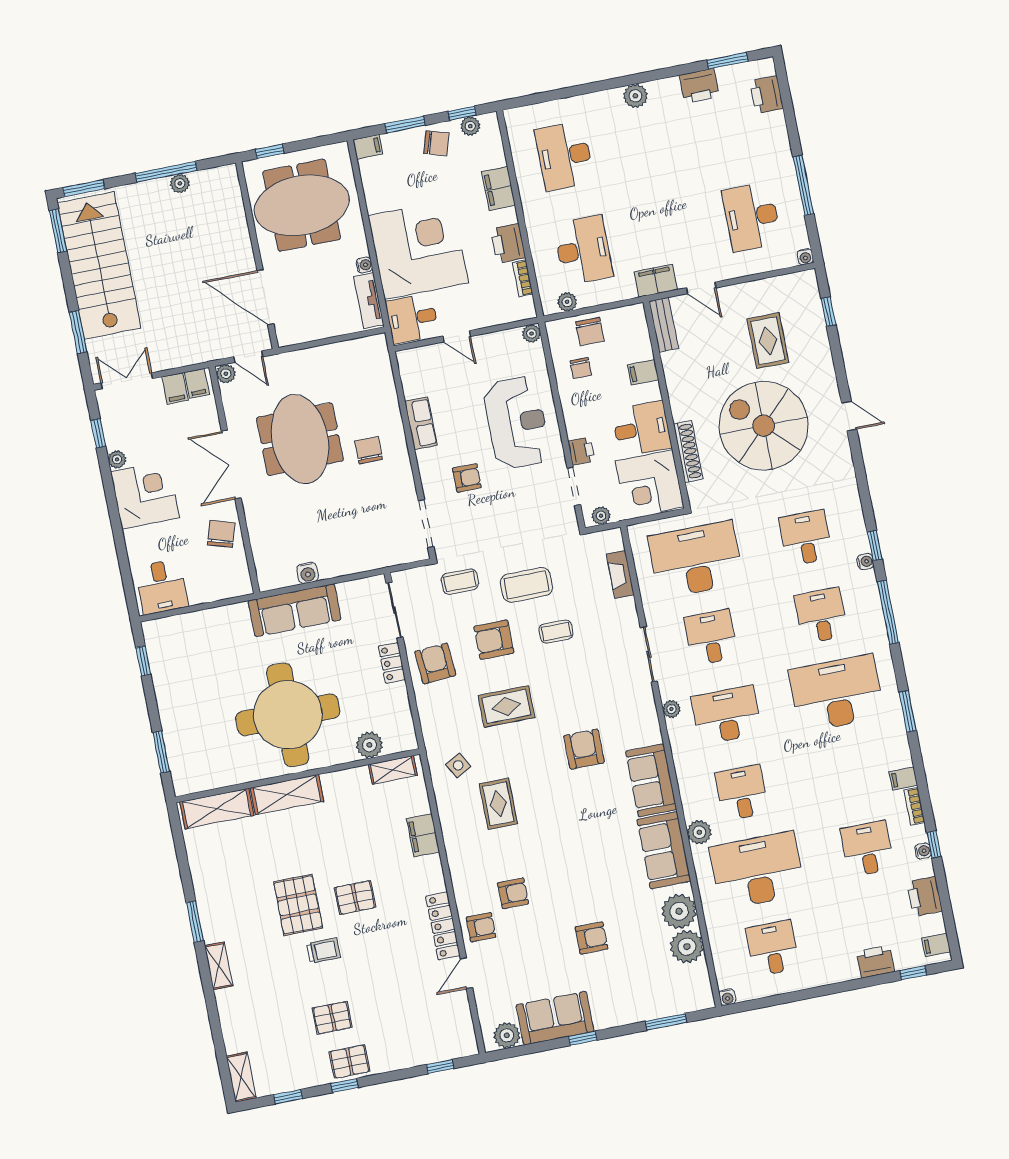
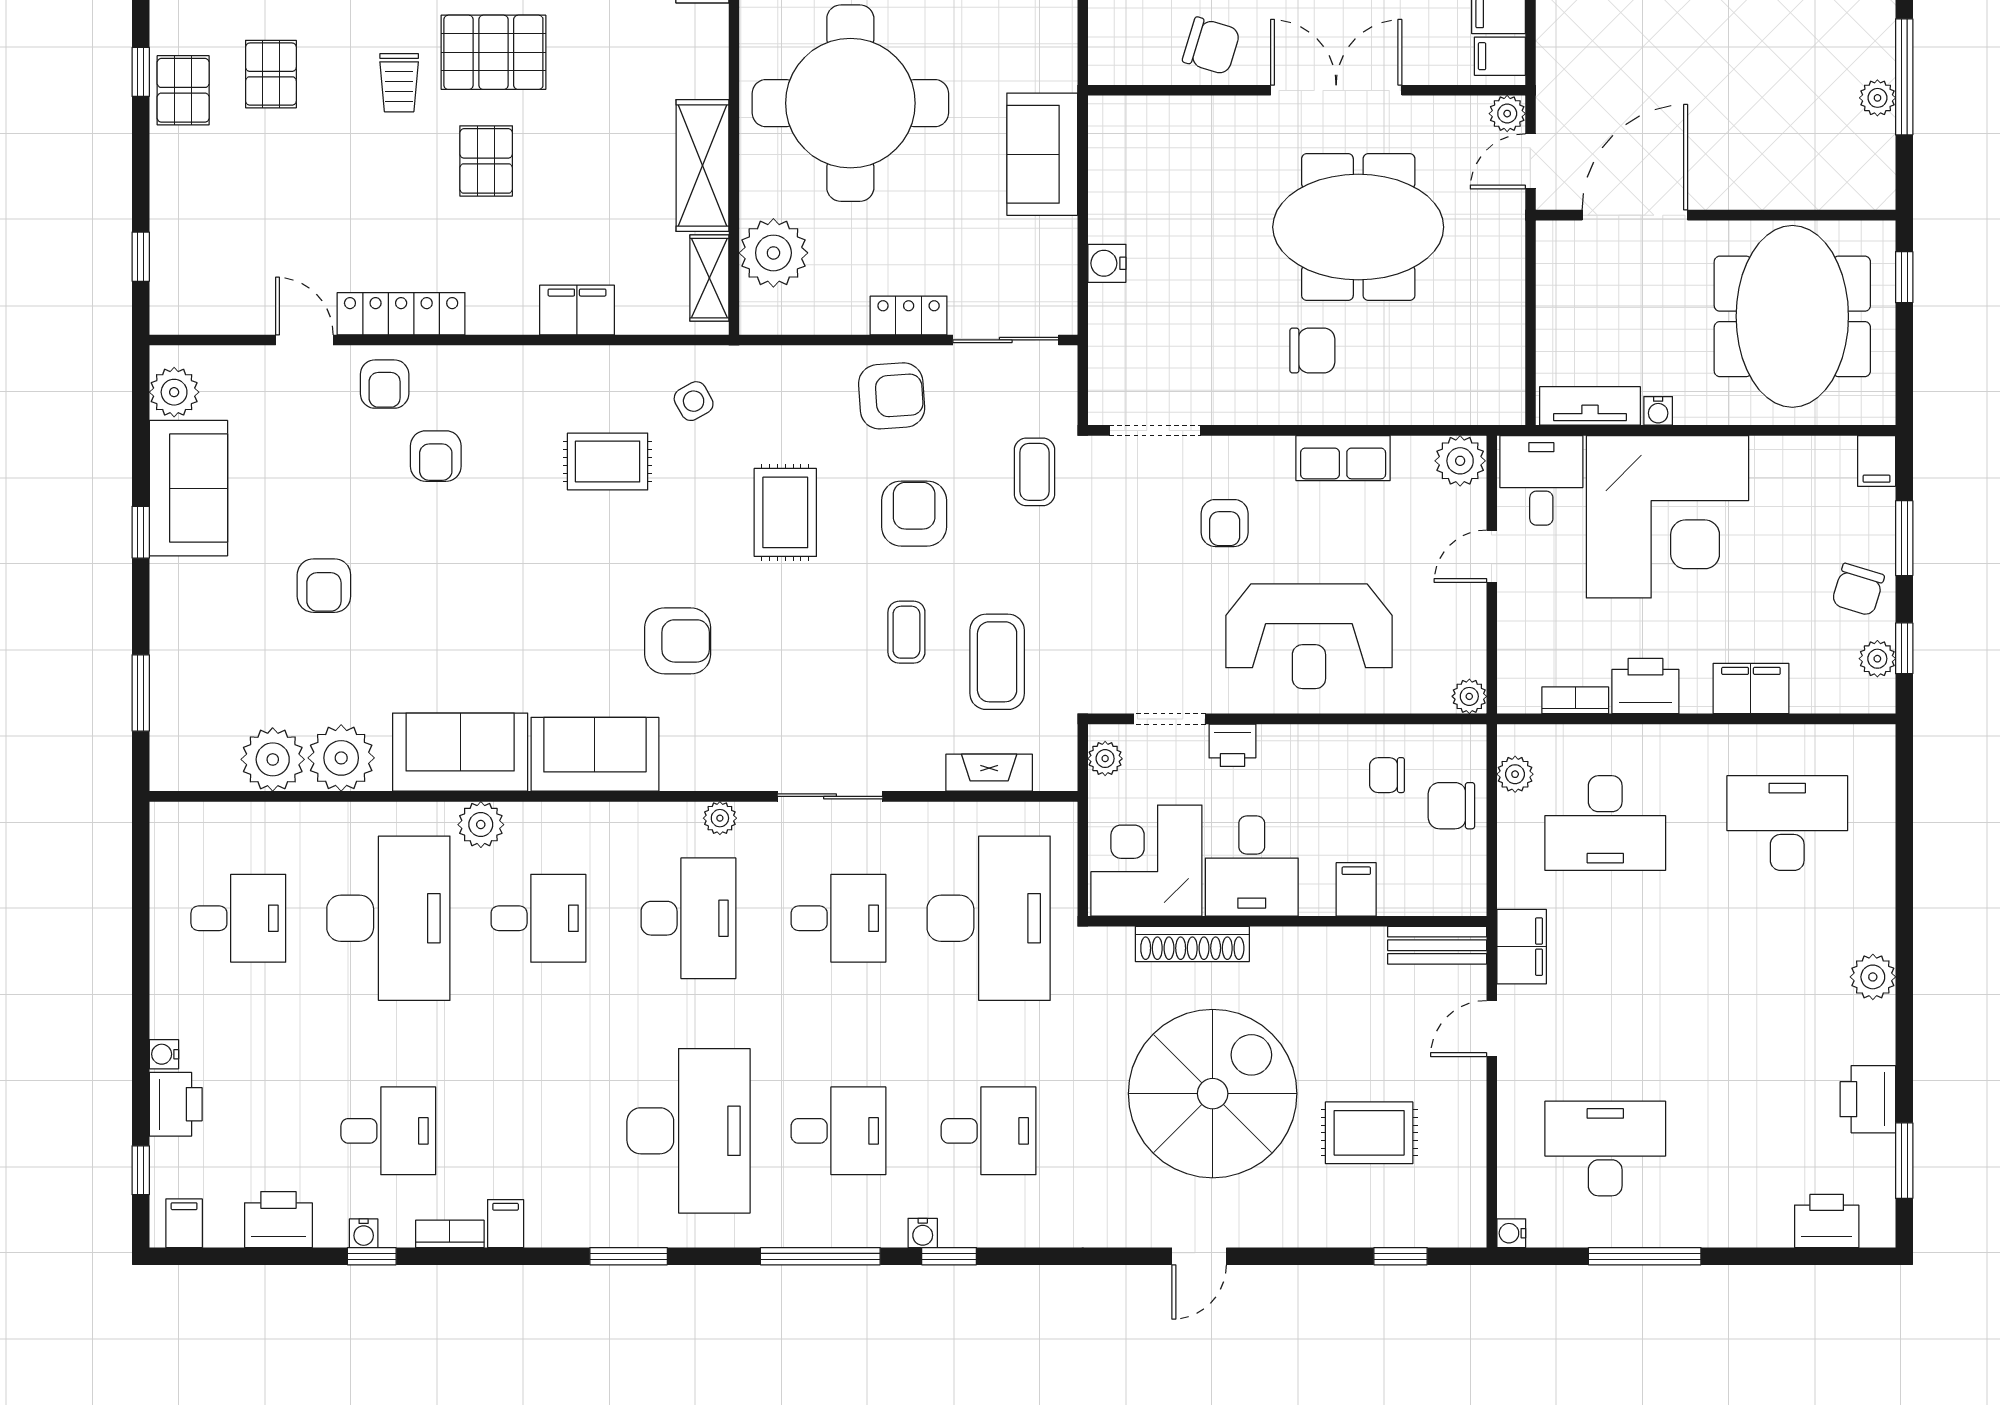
plant: (410, 362) -> (1460, 461), added
water cooler: (308, 573) -> (1107, 263), moved
coffee table: (526, 585) -> (997, 662), moved
sofa: (295, 610) -> (1042, 154), width x0.73
plant: (369, 745) -> (773, 253), width x1.36, depth x1.36
shelving: (287, 795) -> (702, 166), moved
water cooler: (727, 997) -> (164, 1054), moved

